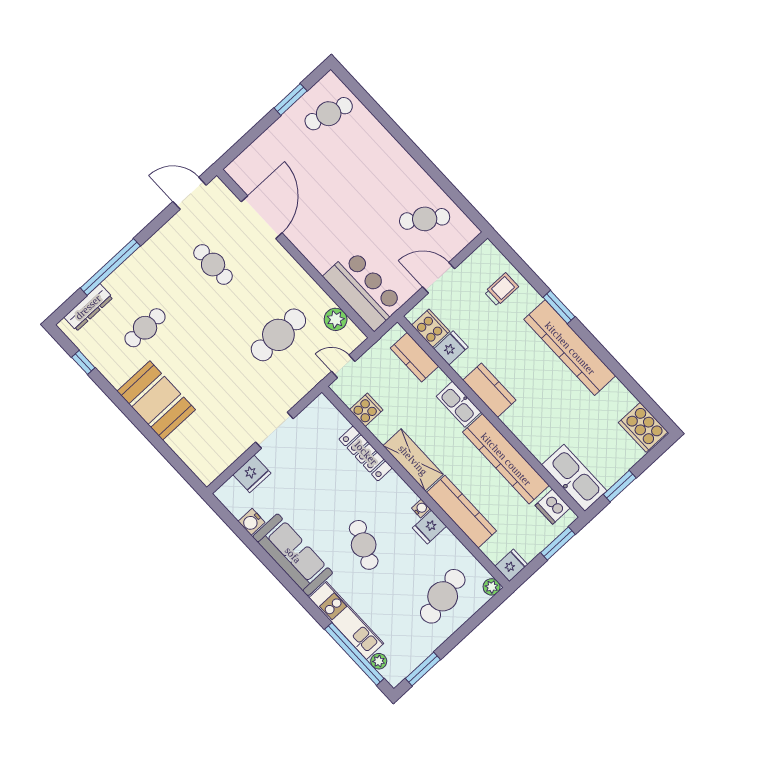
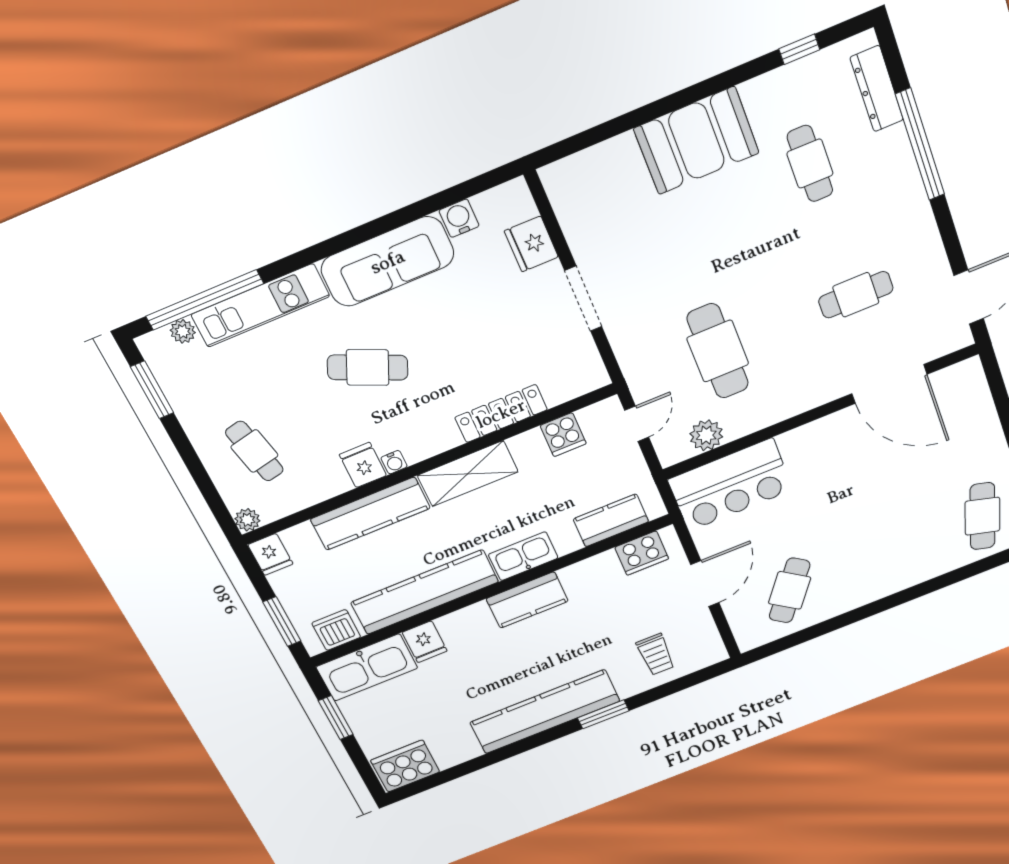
fridge: (451, 348) -> (425, 642), moved
cafe table: (443, 596) -> (254, 451), width x0.73, depth x0.74

